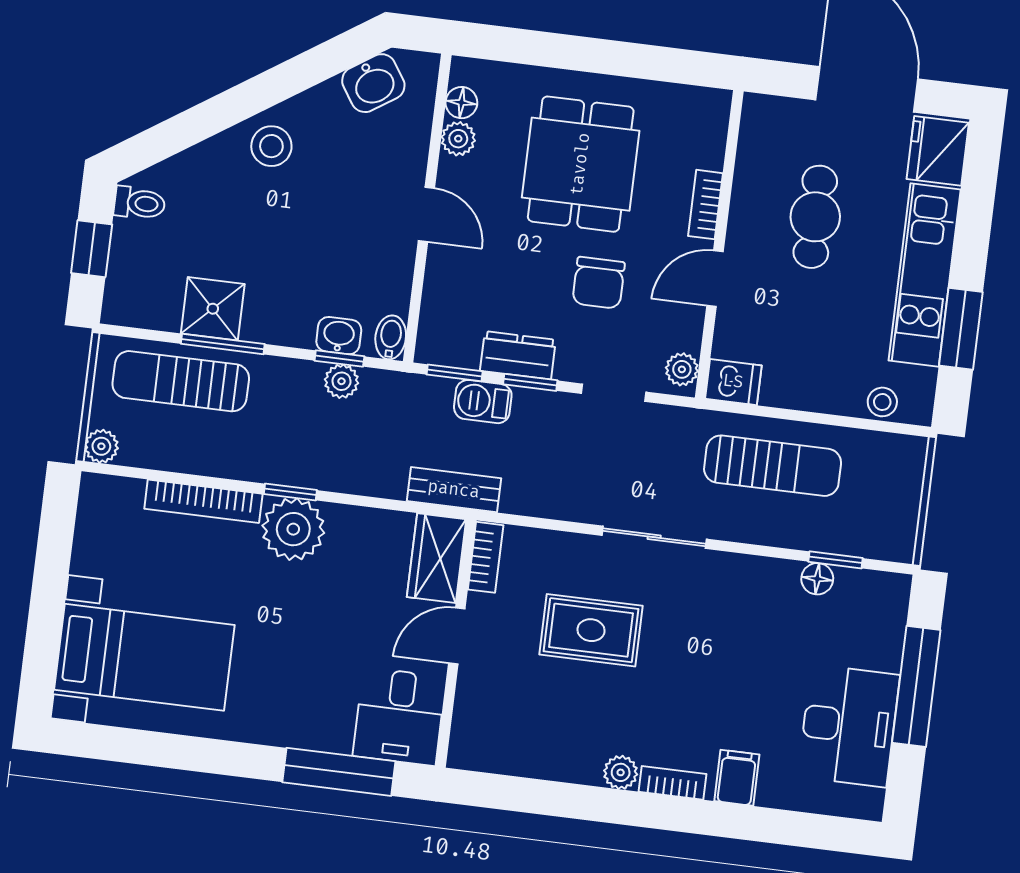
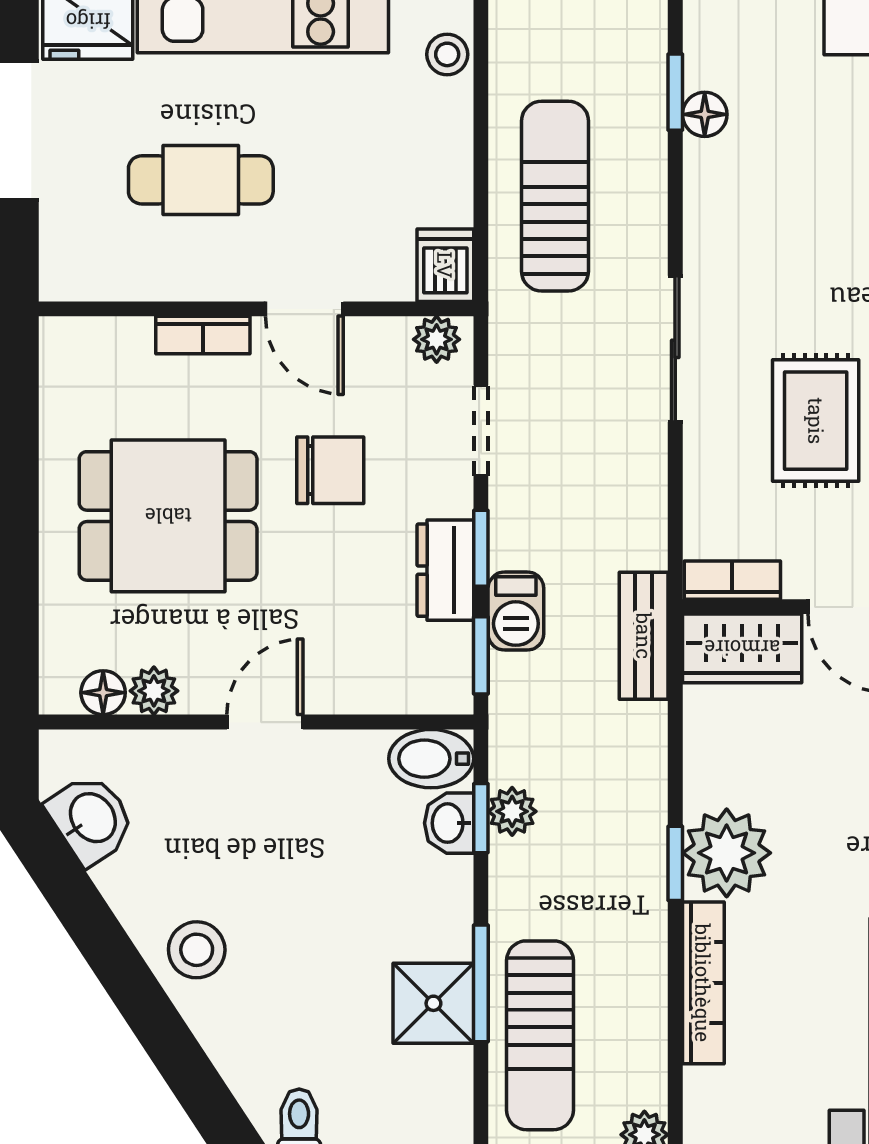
bidet: (391, 337) -> (431, 759), width x1.38, depth x1.36

